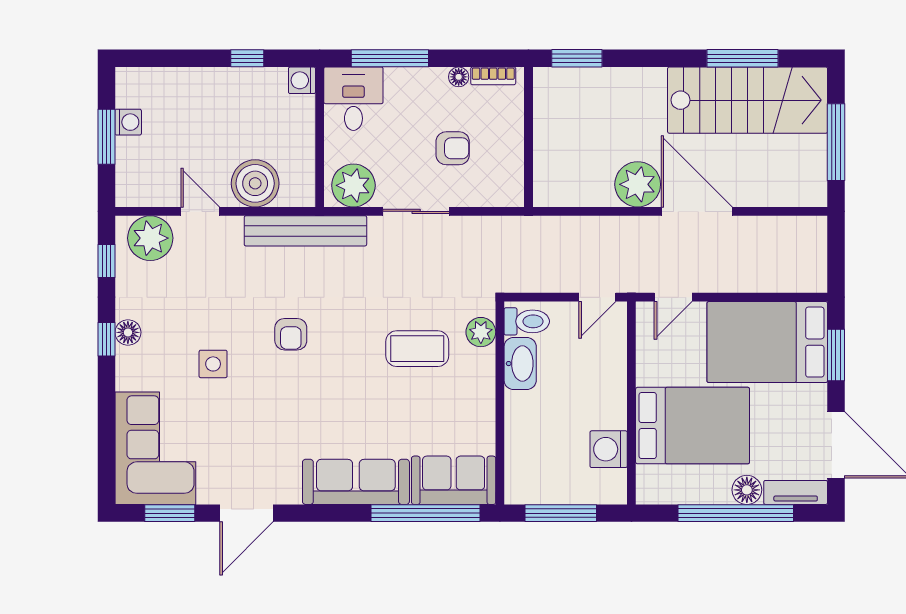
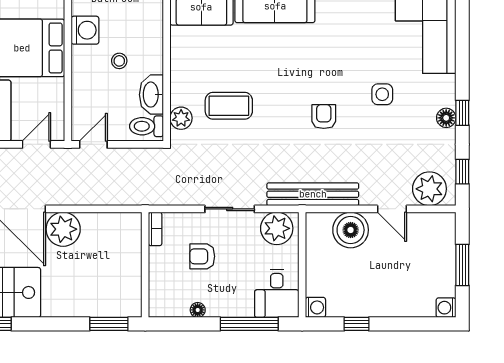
bookcase: (493, 76) -> (155, 229), moved, turned 90
washing machine: (128, 122) -> (446, 308), moved
stool: (563, 408) -> (119, 61), added

